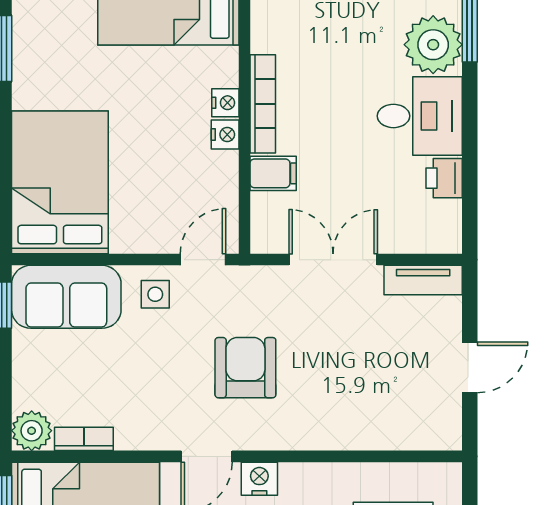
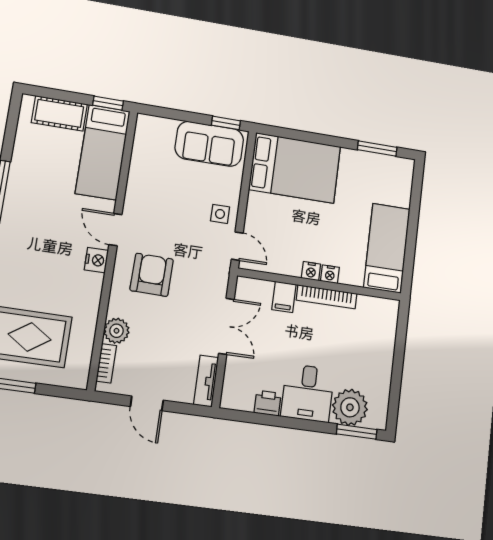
sofa: (66, 297) -> (209, 144), moved, turned -90
armchair: (245, 368) -> (152, 275), moved, turned -89
plant: (32, 431) -> (116, 331), moved
bookcase: (84, 439) -> (106, 363), moved

